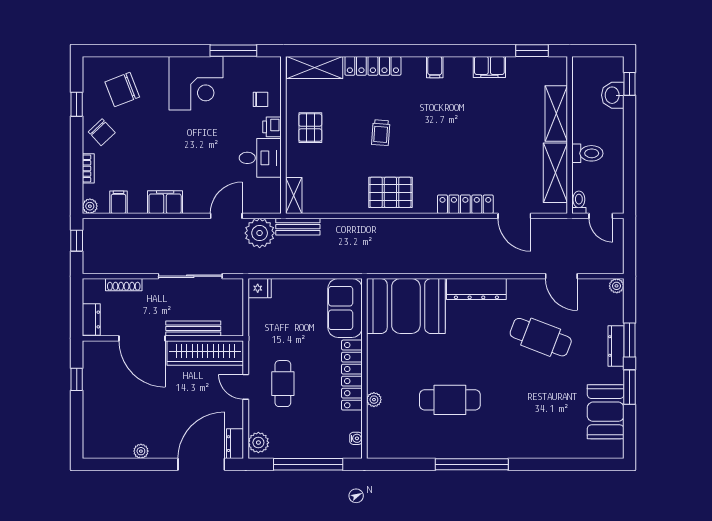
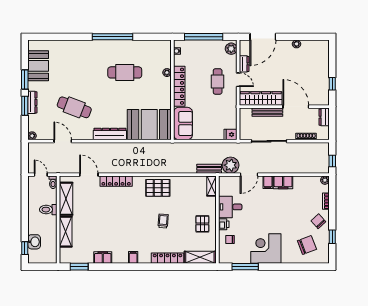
filing cabinet: (118, 202) -> (268, 182), moved
dresser: (235, 444) -> (244, 64), moved

